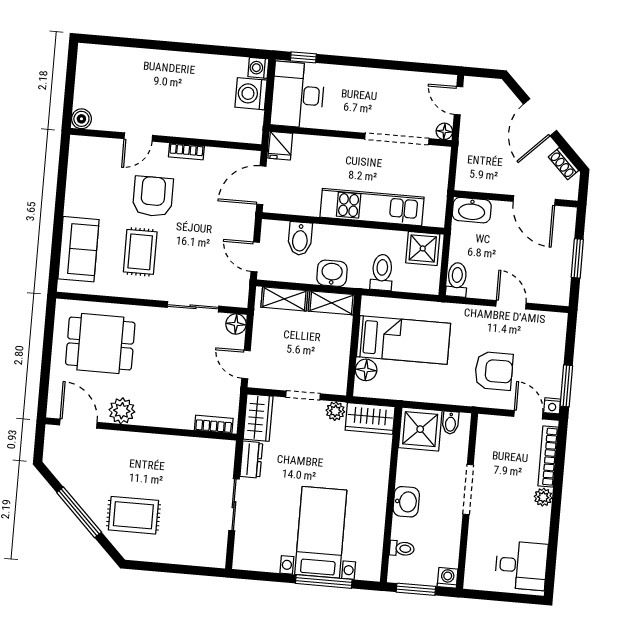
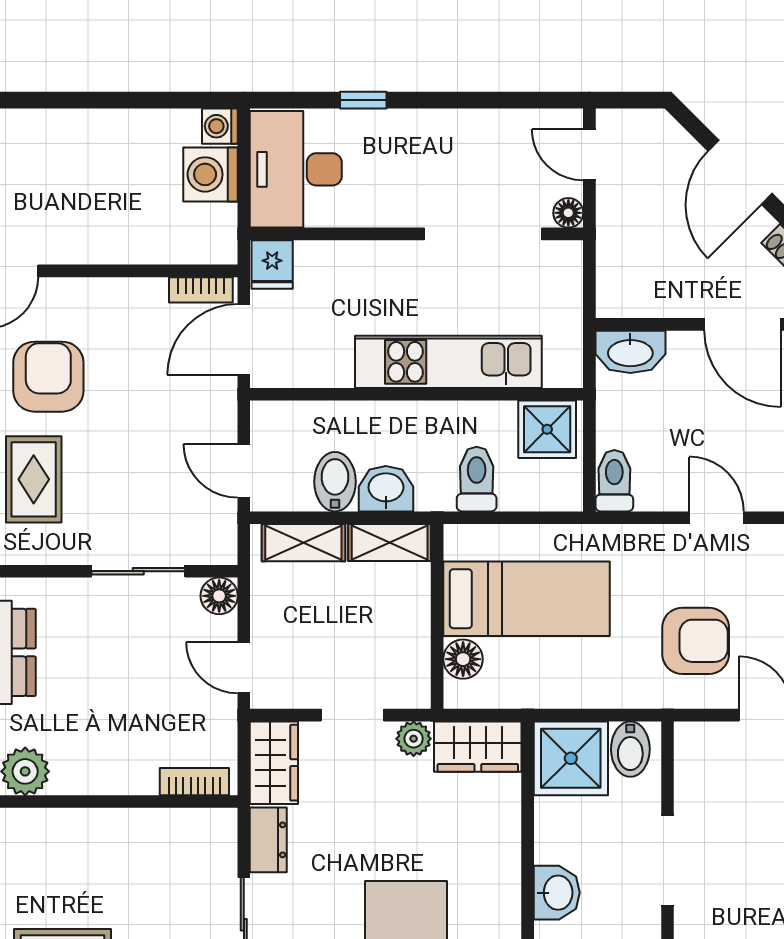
window: (303, 57) -> (363, 100), moved
bookcase: (186, 152) -> (201, 290), moved
bidet: (300, 239) -> (335, 482), moved, turned 180
bidet: (451, 423) -> (630, 749), width x1.38, depth x1.36

